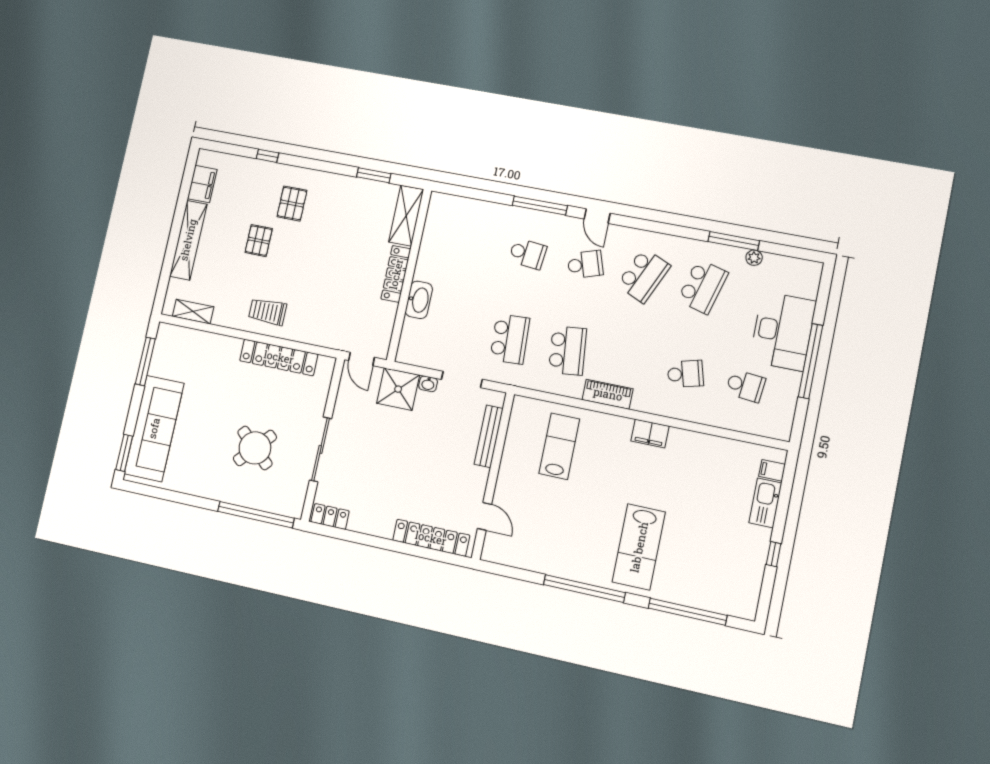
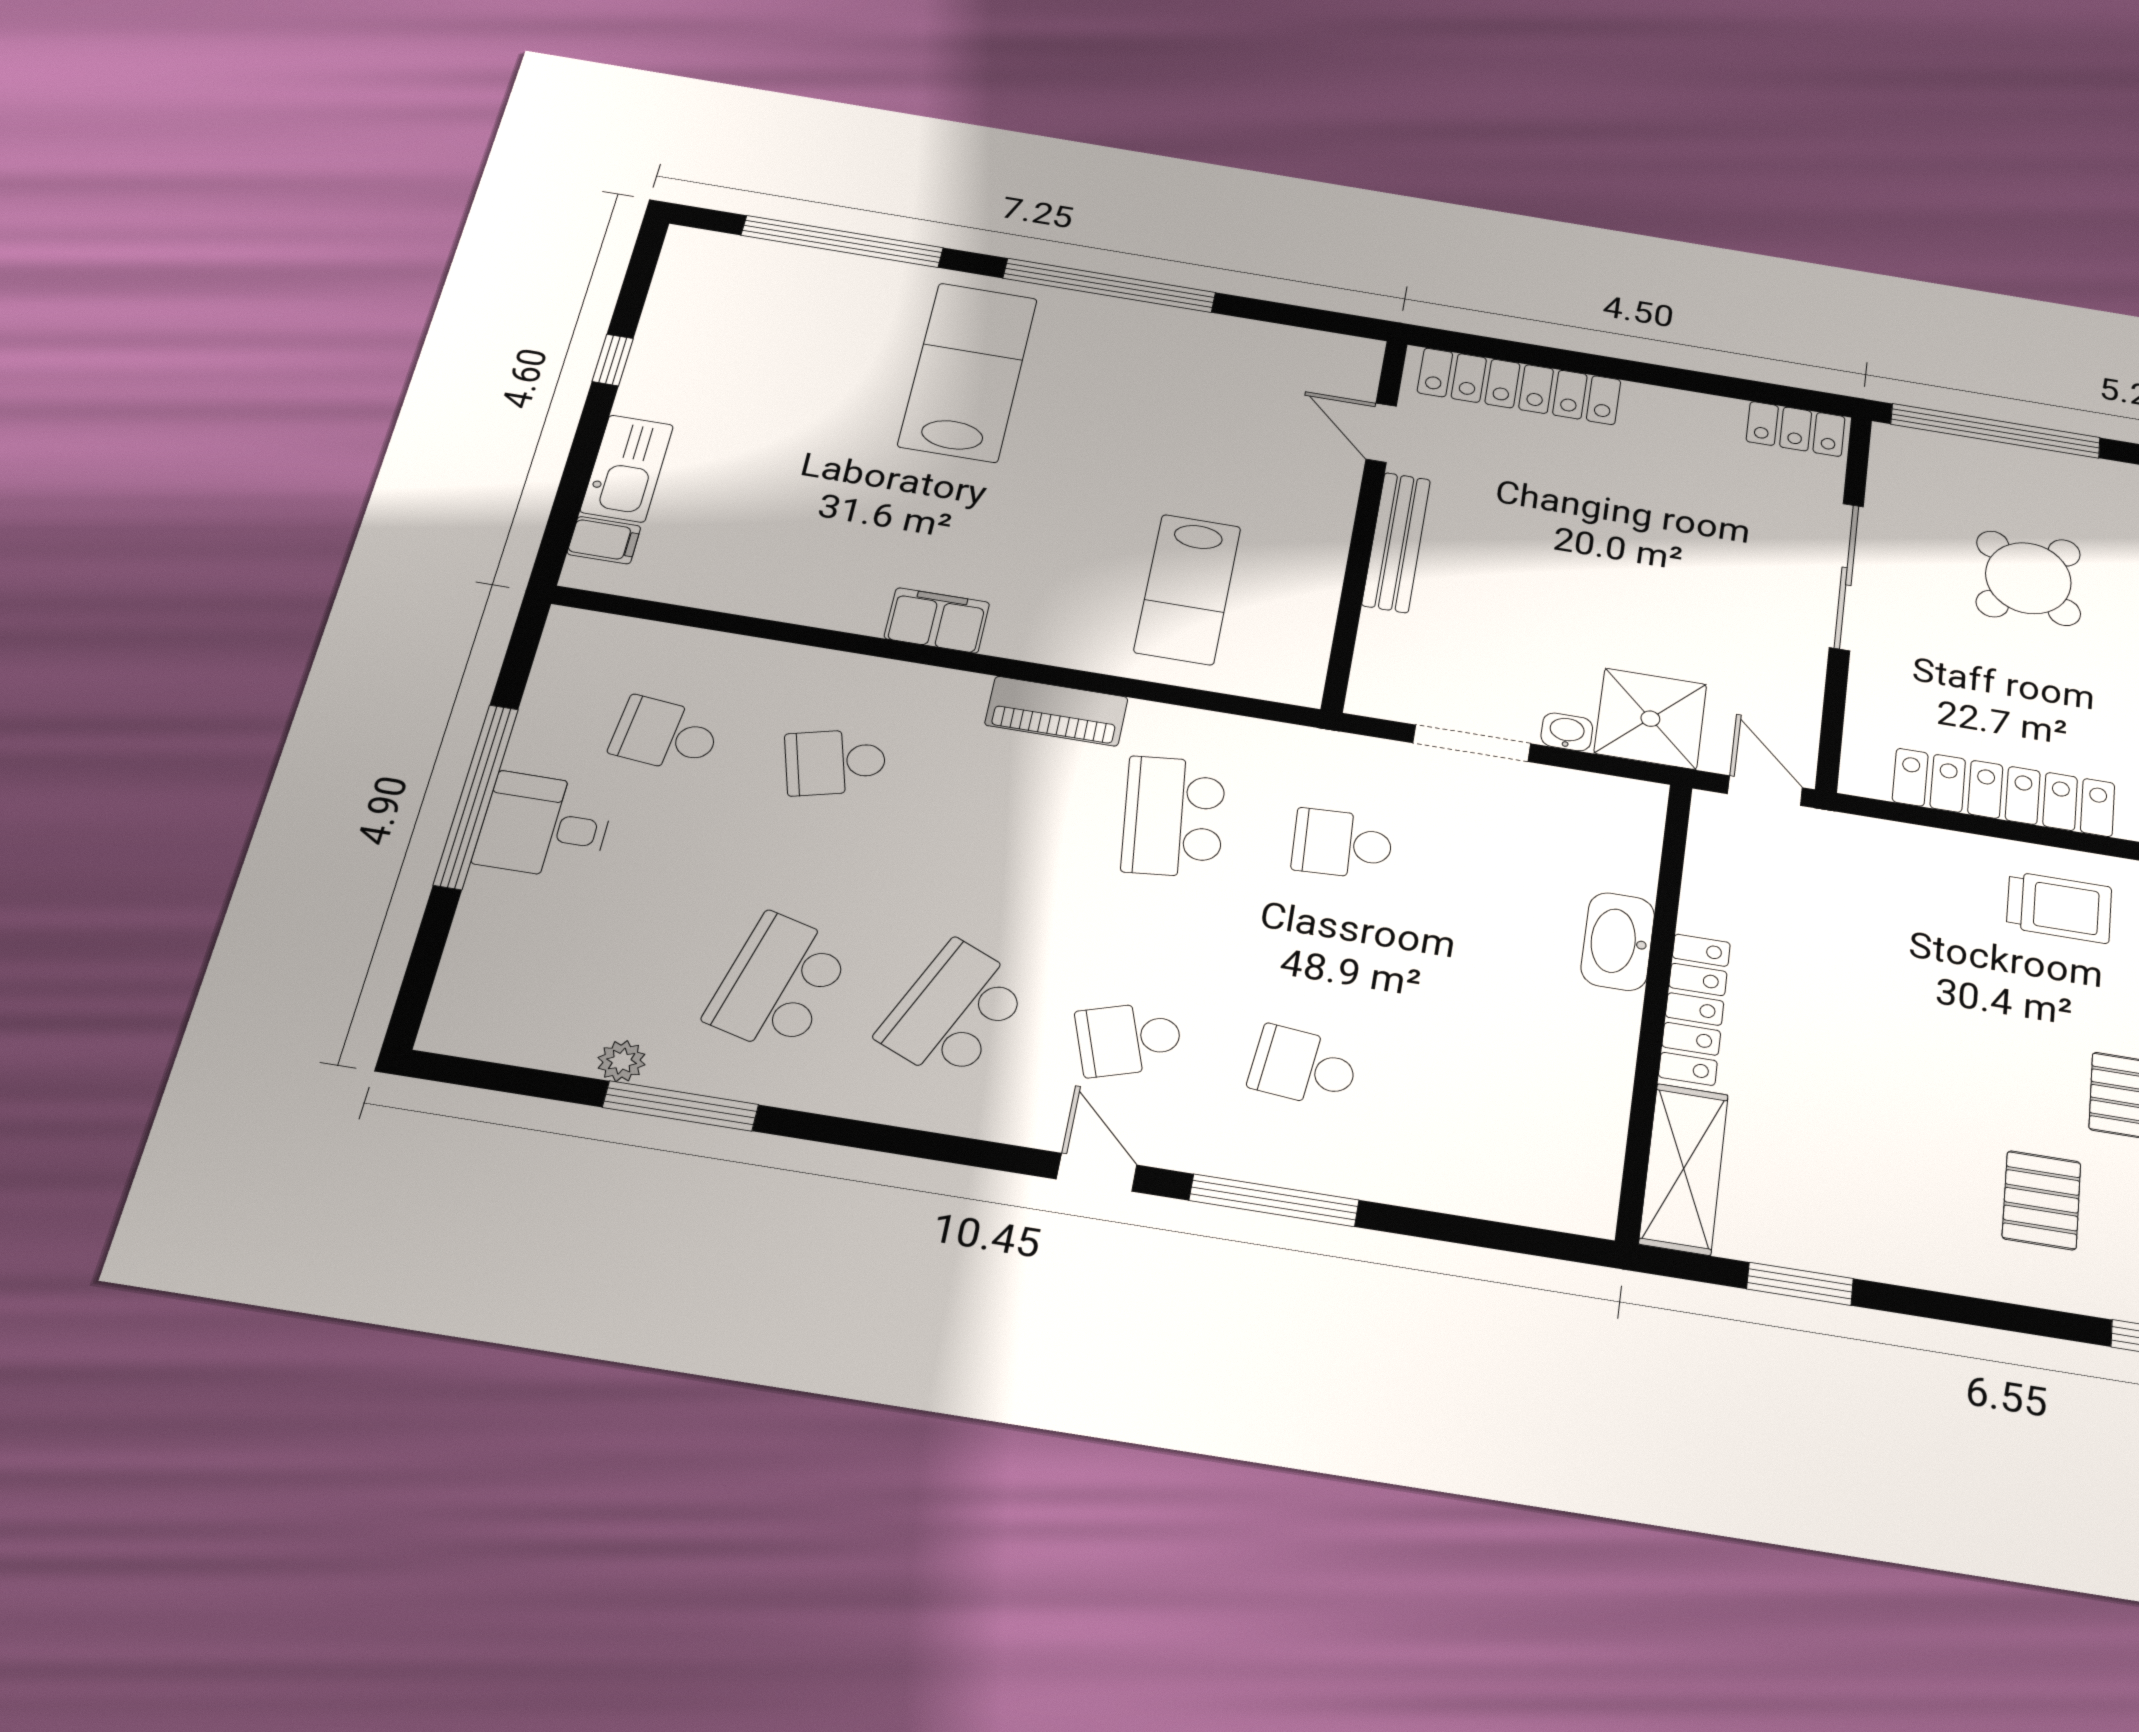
desk: (783, 331) -> (545, 826), width x0.53, depth x0.77
school desk: (510, 339) -> (1342, 844), width x0.54
bench: (489, 436) -> (1396, 542), moved

